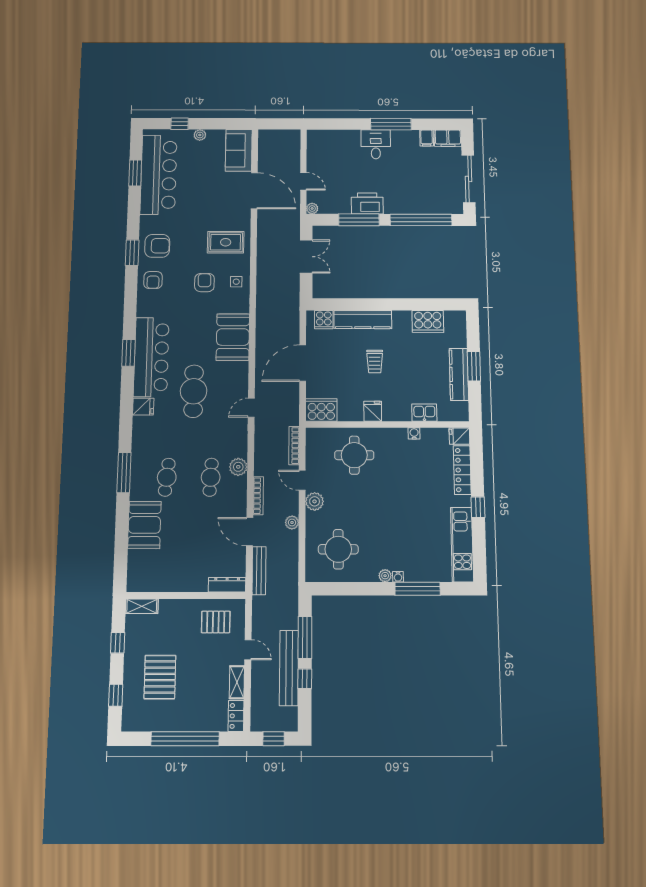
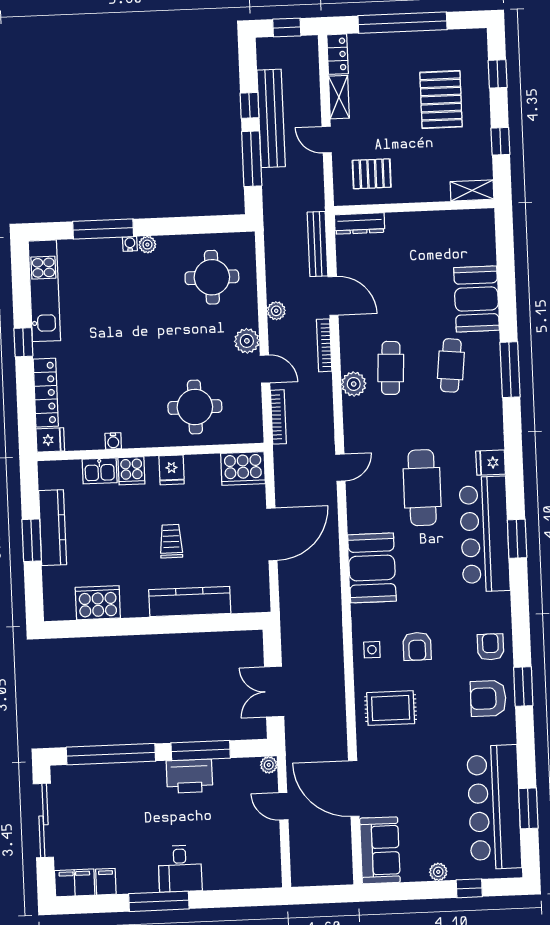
cooker: (324, 320) -> (131, 471), moved, turned 180

